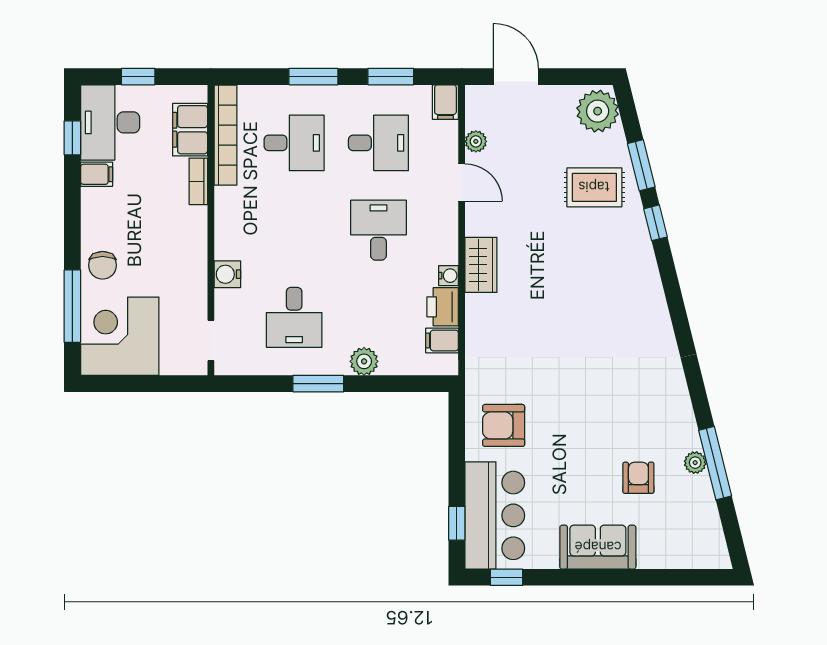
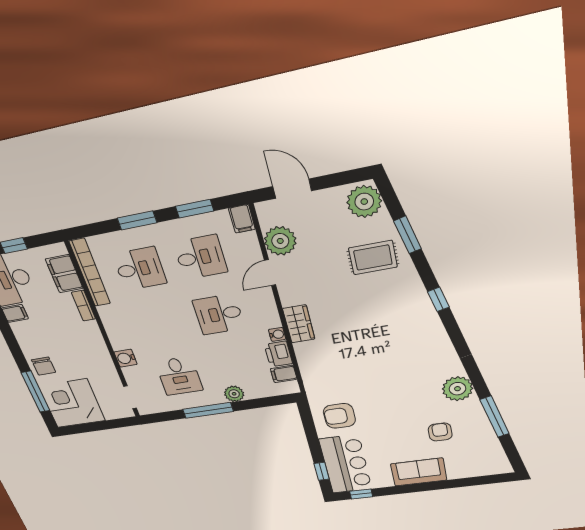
plant: (476, 141) -> (280, 241), width x1.88, depth x1.88
door: (462, 183) -> (270, 273), swing flipped
window: (655, 223) -> (438, 299), moved
desk: (378, 230) -> (219, 314), turned -90
window: (318, 384) -> (208, 410), width x1.44
plant: (695, 463) -> (457, 389), moved, width x1.87, depth x1.87

